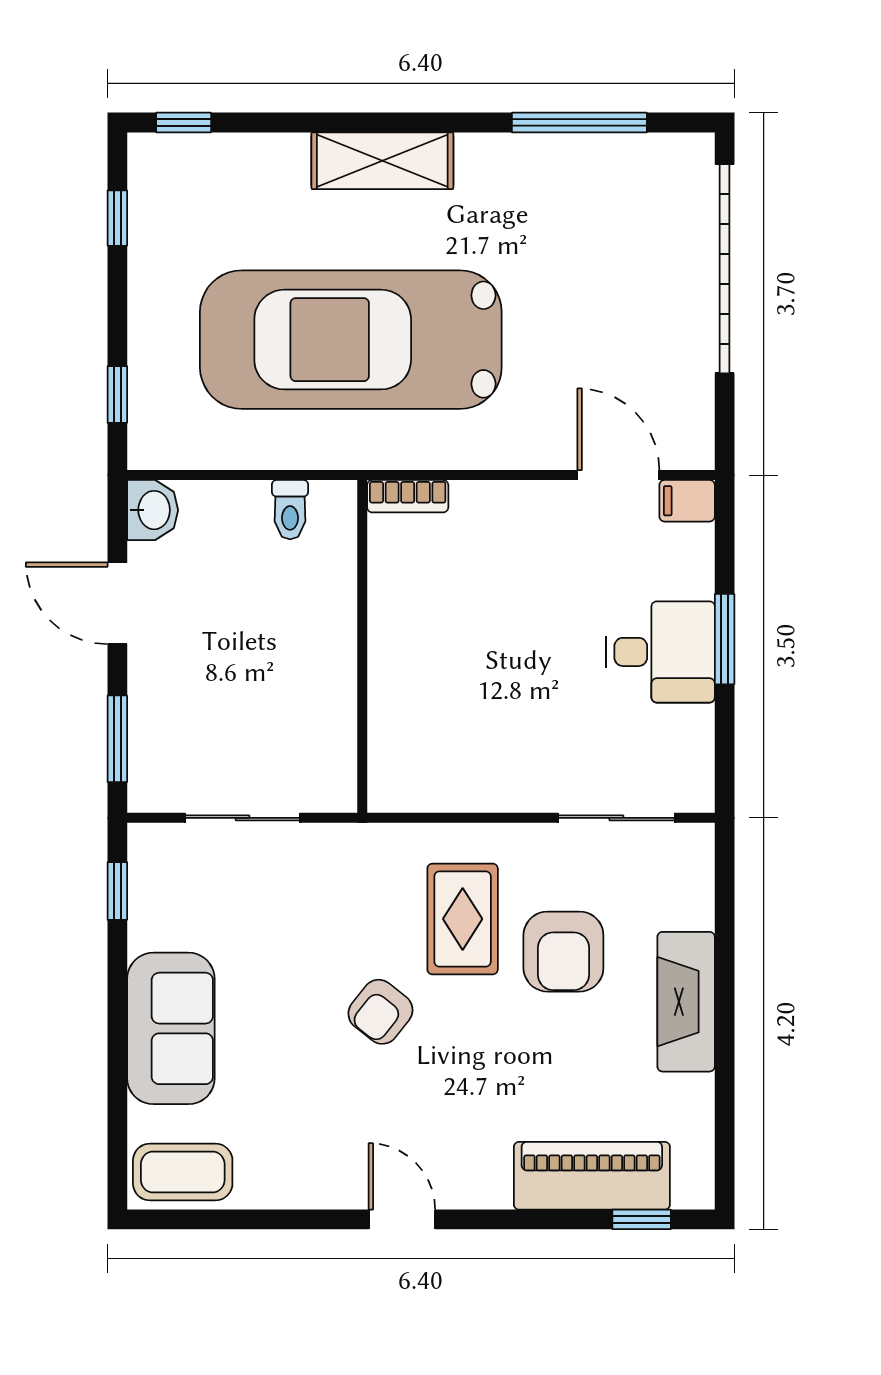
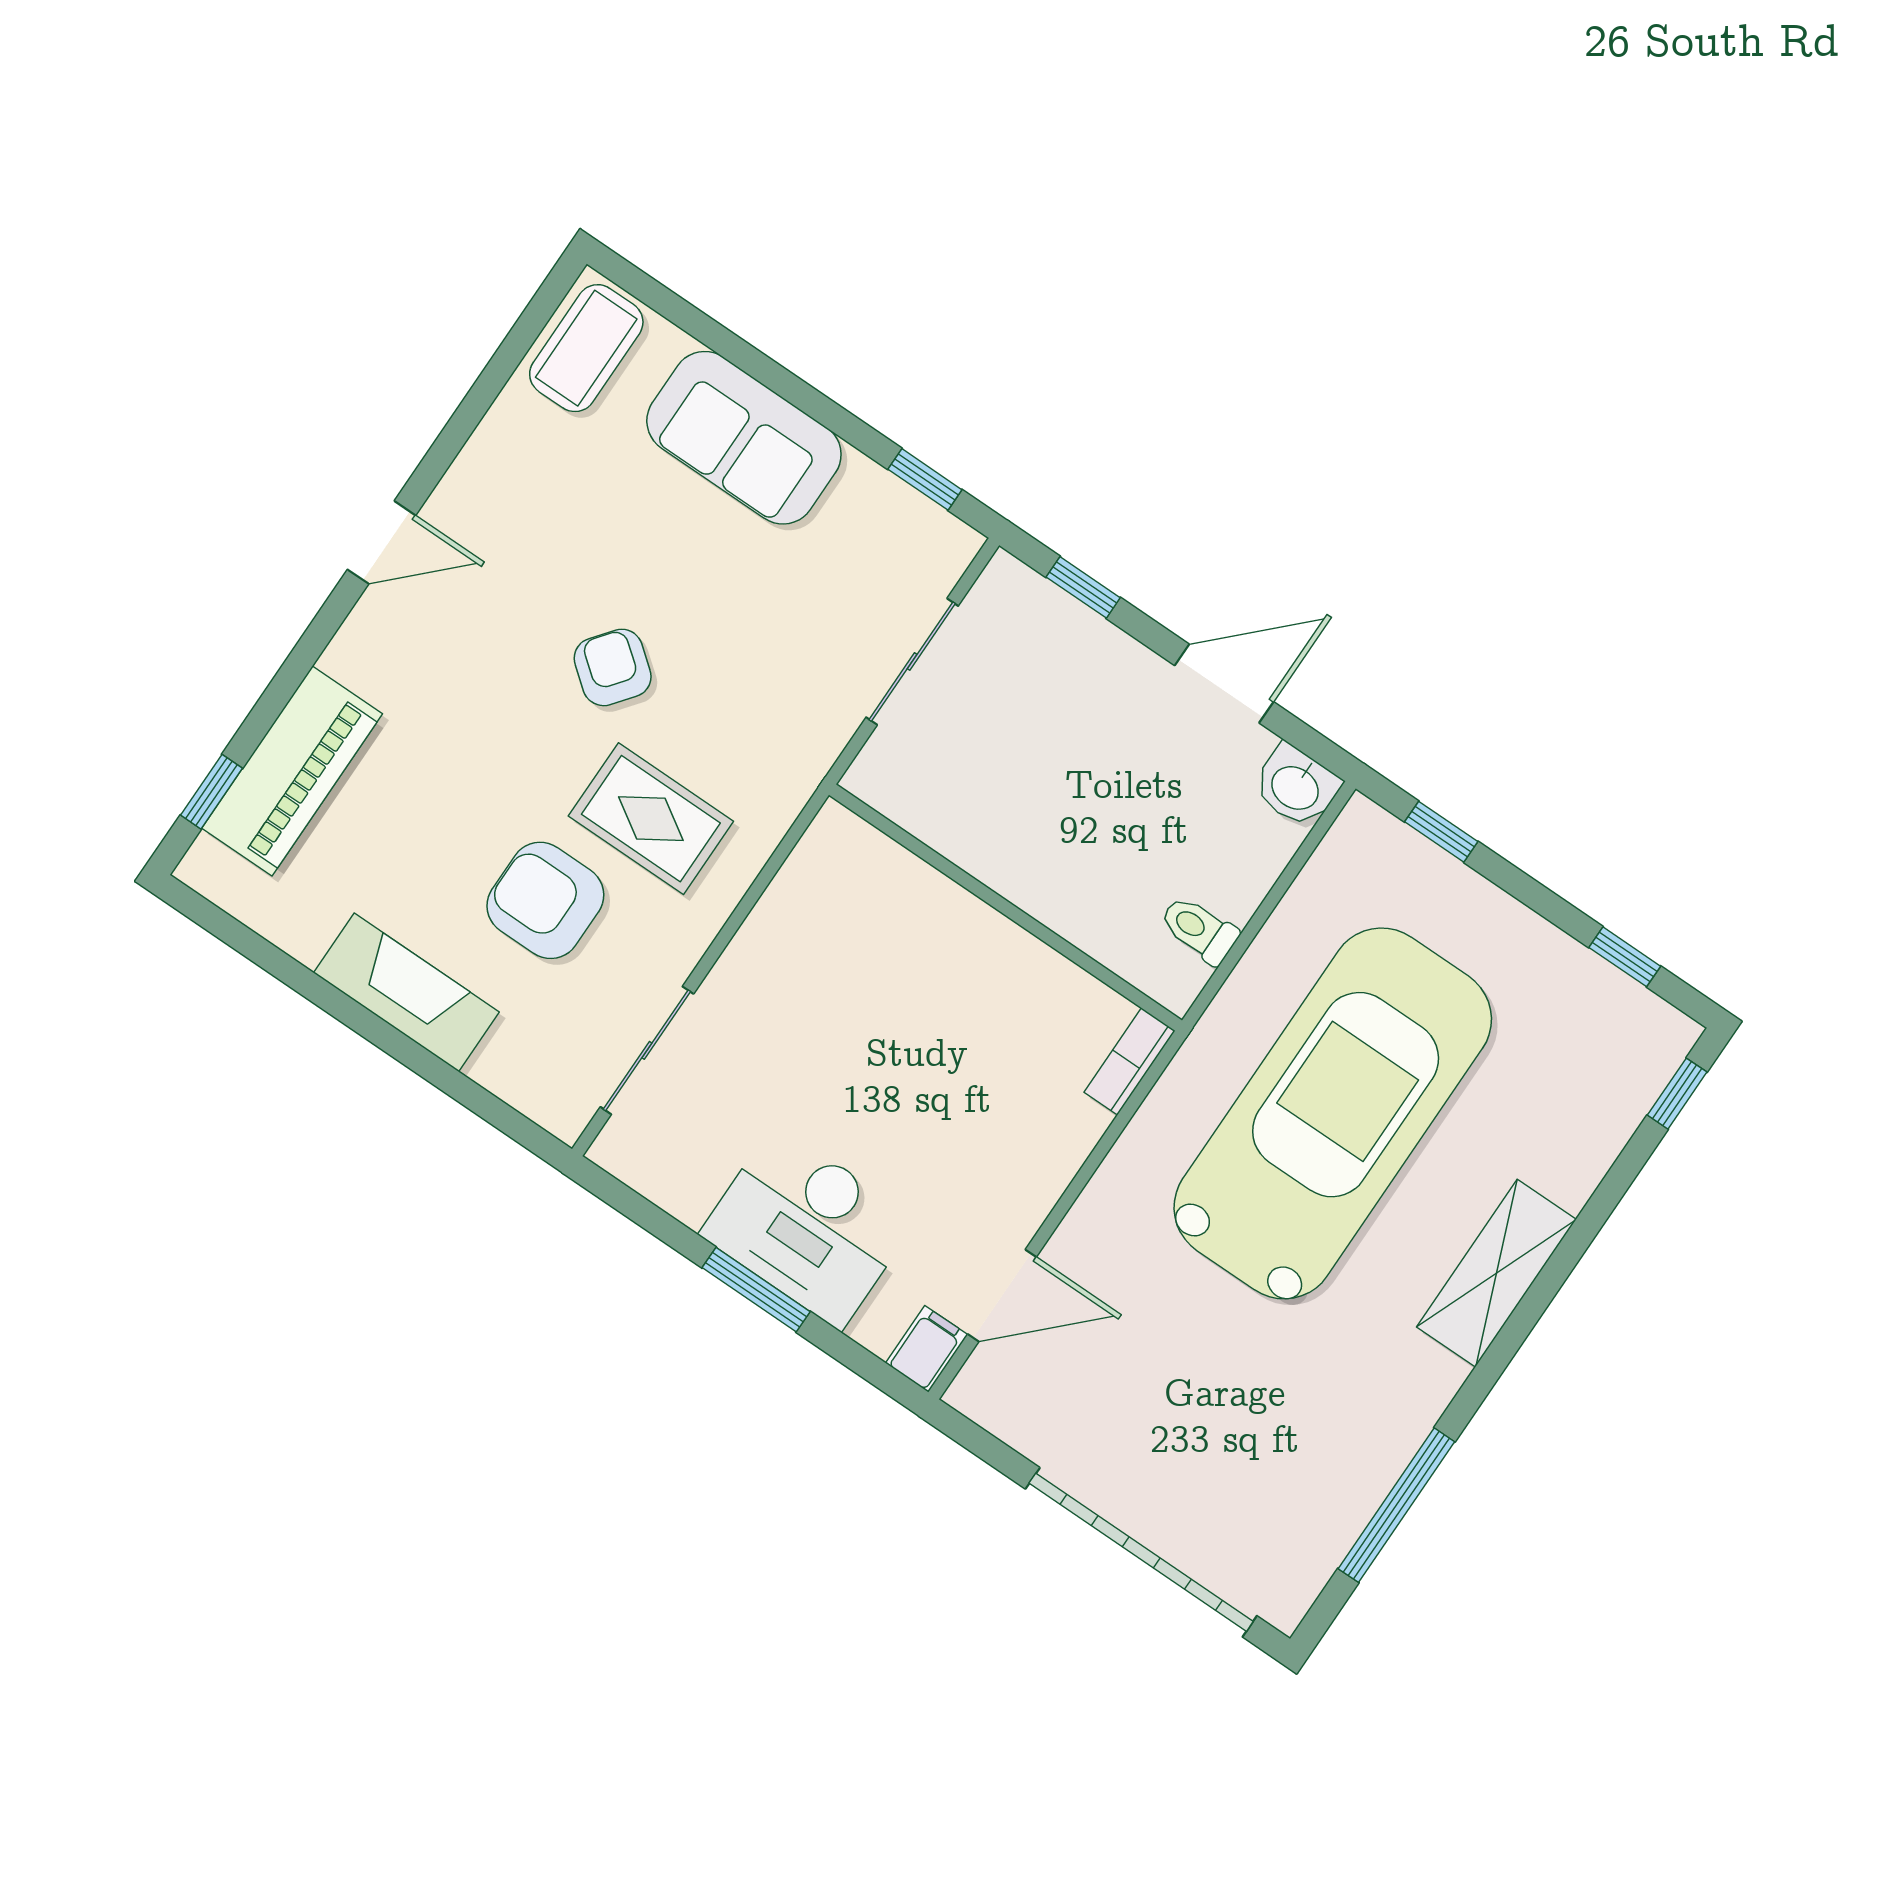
desk: (660, 652) -> (808, 1227), width x1.37
window: (117, 739) -> (1083, 587), width x0.67

